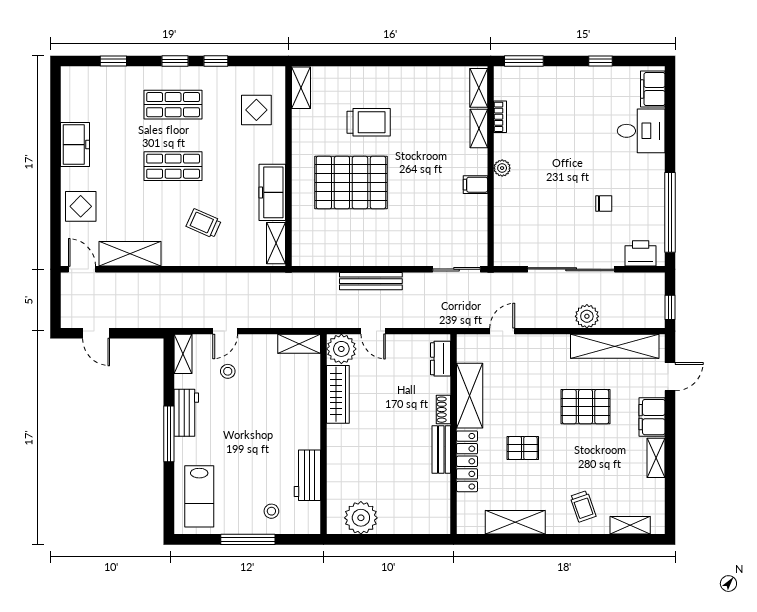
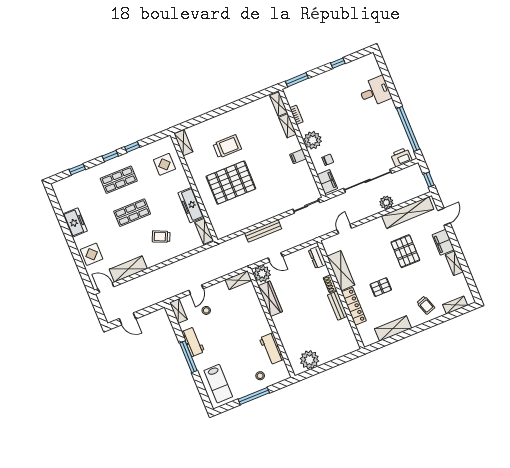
filing cabinet: (653, 89) -> (327, 182), moved, turned 180
plant: (502, 168) -> (313, 140), width x1.88, depth x1.88
chair: (604, 204) -> (328, 160), moved
pallet: (586, 407) -> (405, 251), turned 90

